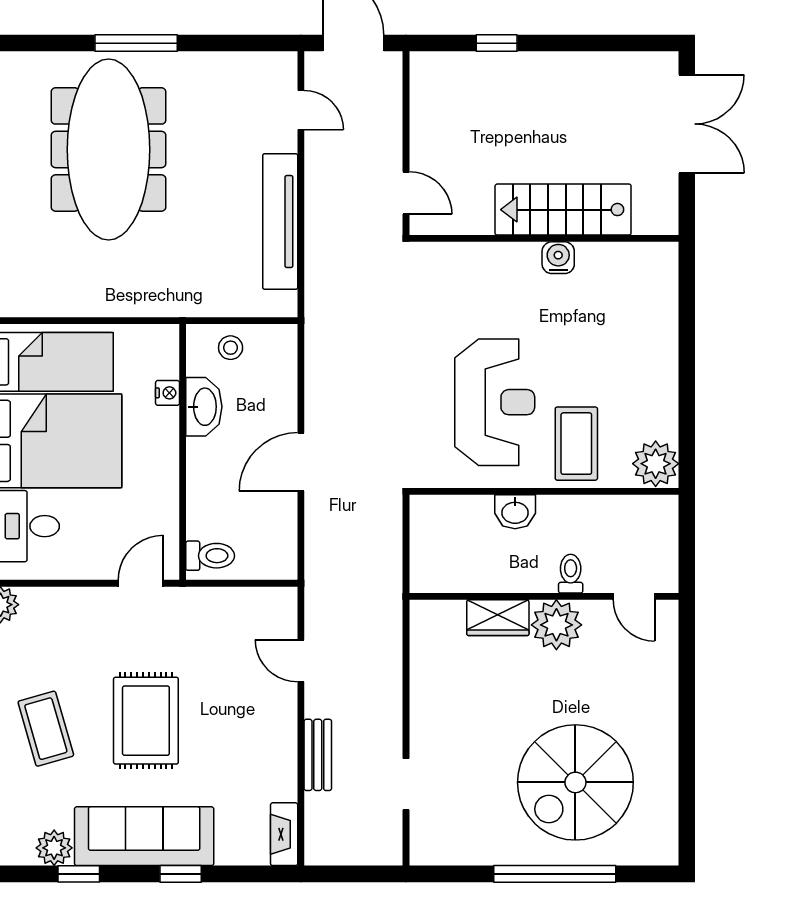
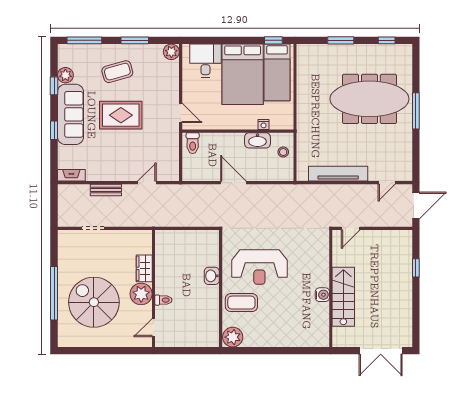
toilet: (571, 574) -> (163, 300), moved
wall: (544, 596) -> (153, 288), moved
door: (634, 596) -> (153, 328), moved
wardrobe: (498, 618) -> (144, 268), moved
plant: (556, 625) -> (141, 294), moved

